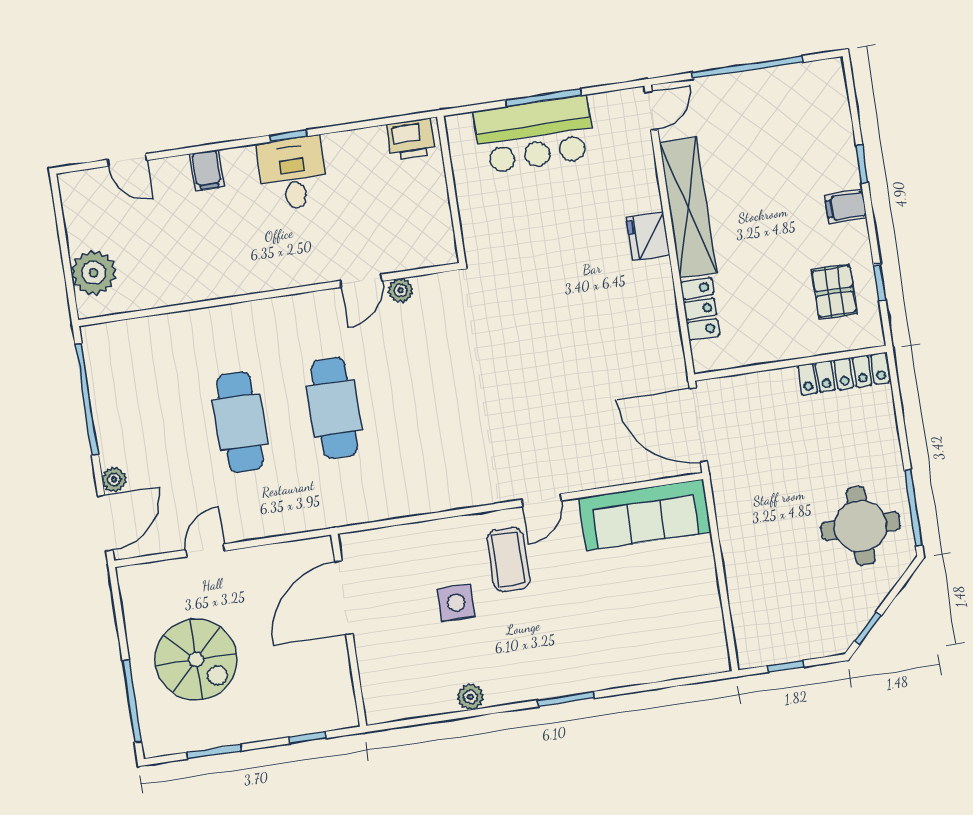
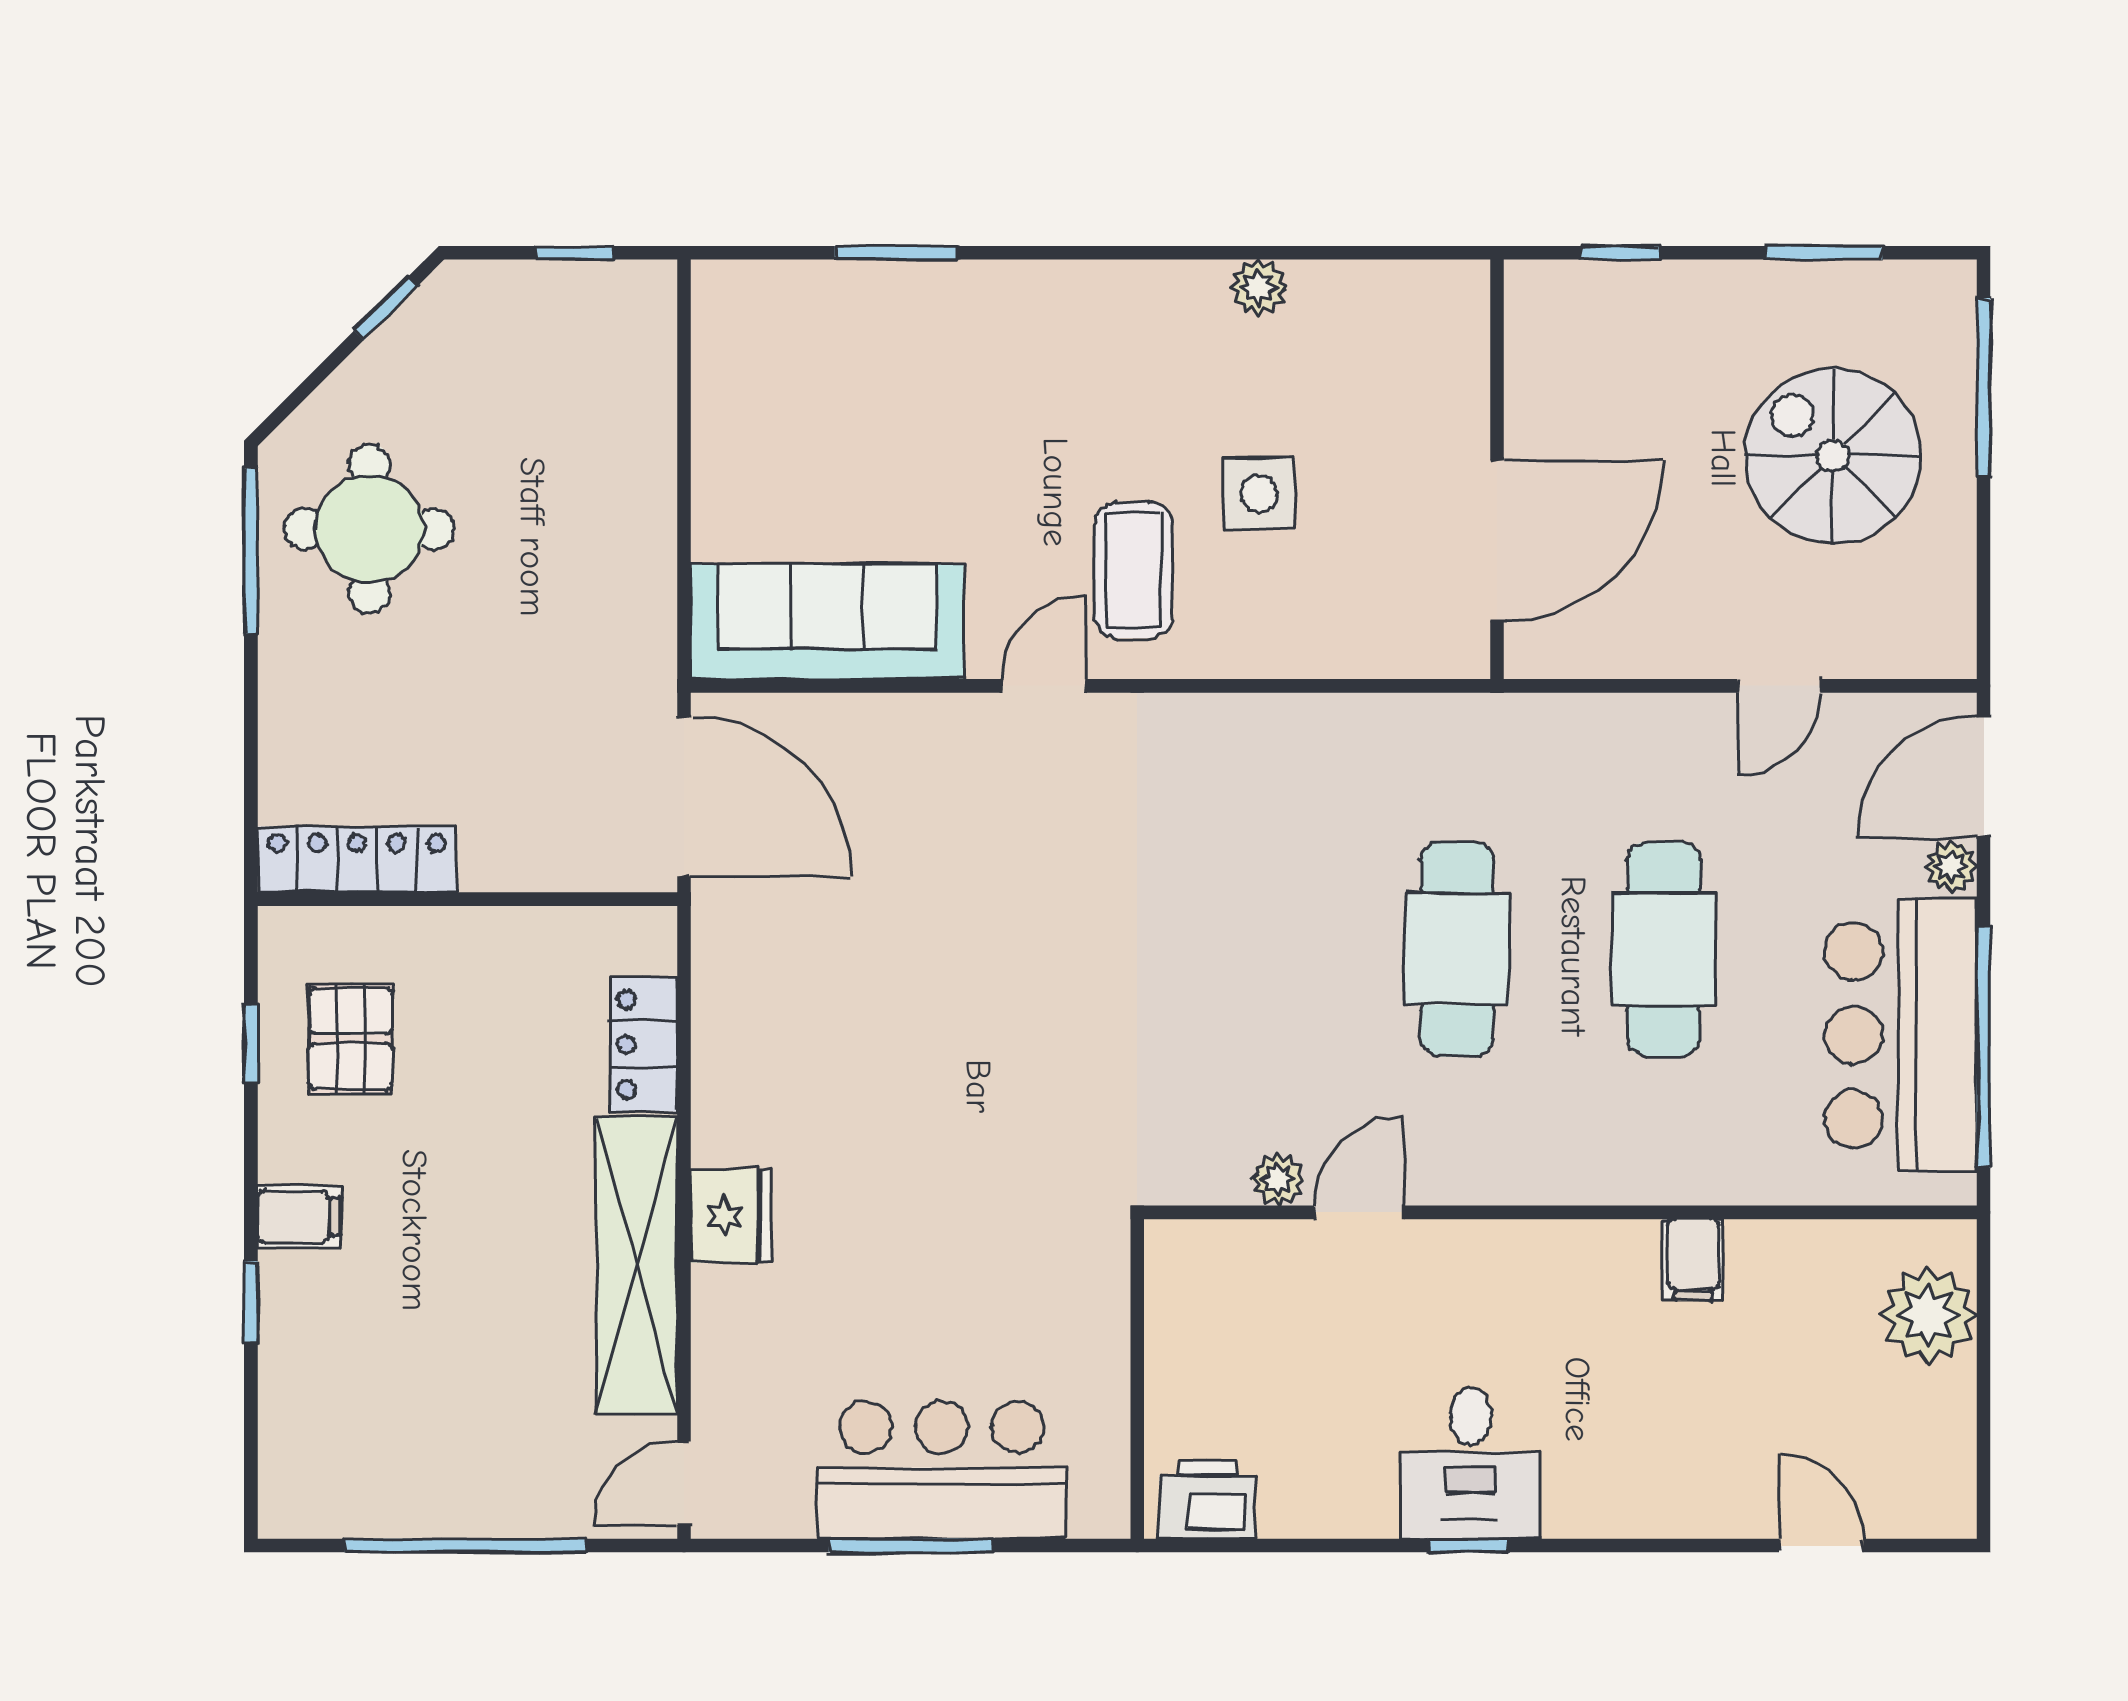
filing cabinet: (207, 170) -> (1693, 1260), moved, turned 180
bar counter: (125, 399) -> (1901, 1035), added
window: (566, 699) -> (896, 253), moved

